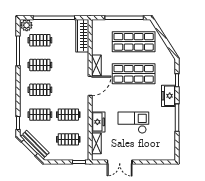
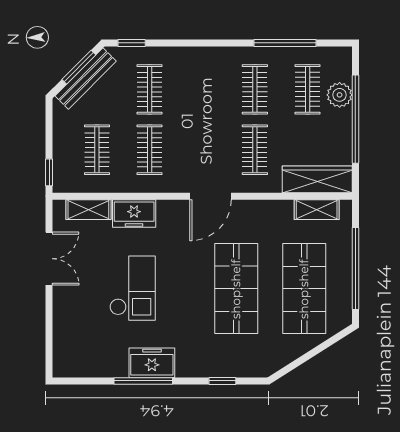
plant: (27, 25) -> (340, 95), moved
shelving: (96, 65) -> (317, 210), moved
door: (90, 86) -> (210, 196), hinge flipped
clothes rail: (40, 90) -> (255, 150), moved
freezer: (169, 96) -> (152, 363), moved
double door: (120, 162) -> (49, 259), swing flipped

